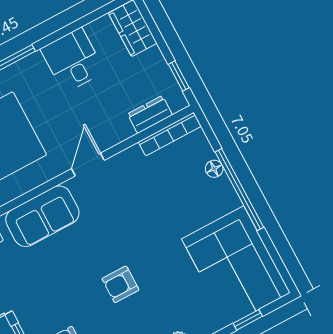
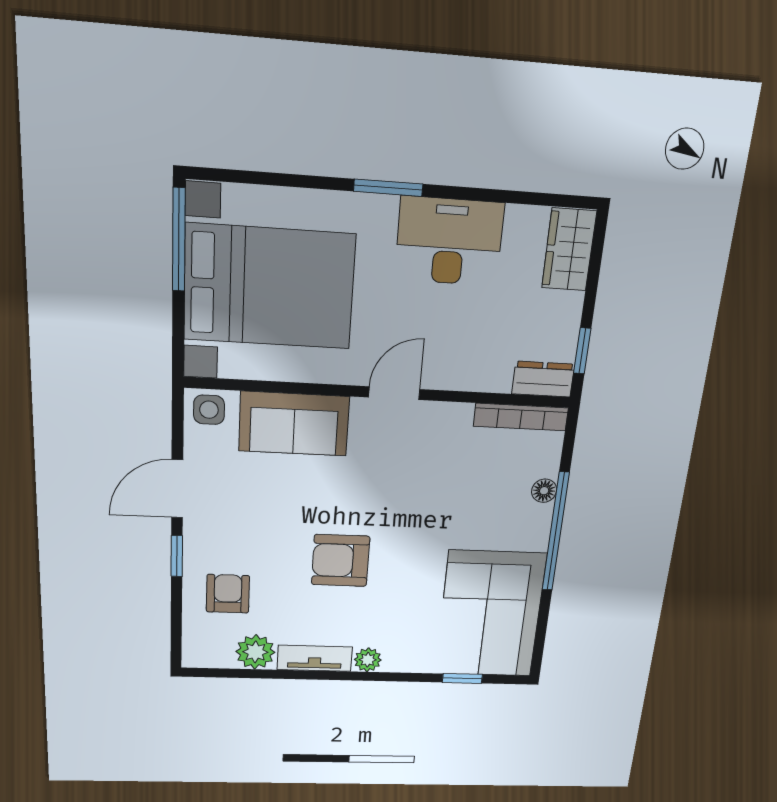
desk: (73, 60) -> (449, 241), width x1.37
dresser: (150, 114) -> (543, 379), moved
armchair: (120, 284) -> (341, 561), width x1.38, depth x1.38

